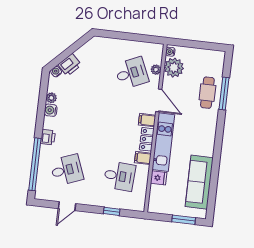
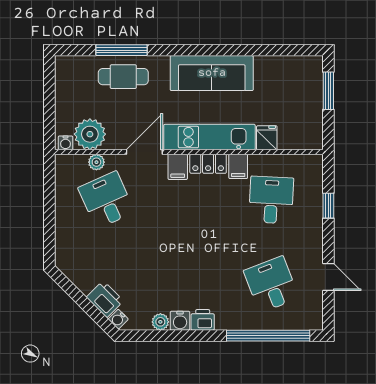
printer: (48, 137) -> (203, 320), moved
sofa: (199, 182) -> (212, 73), moved

